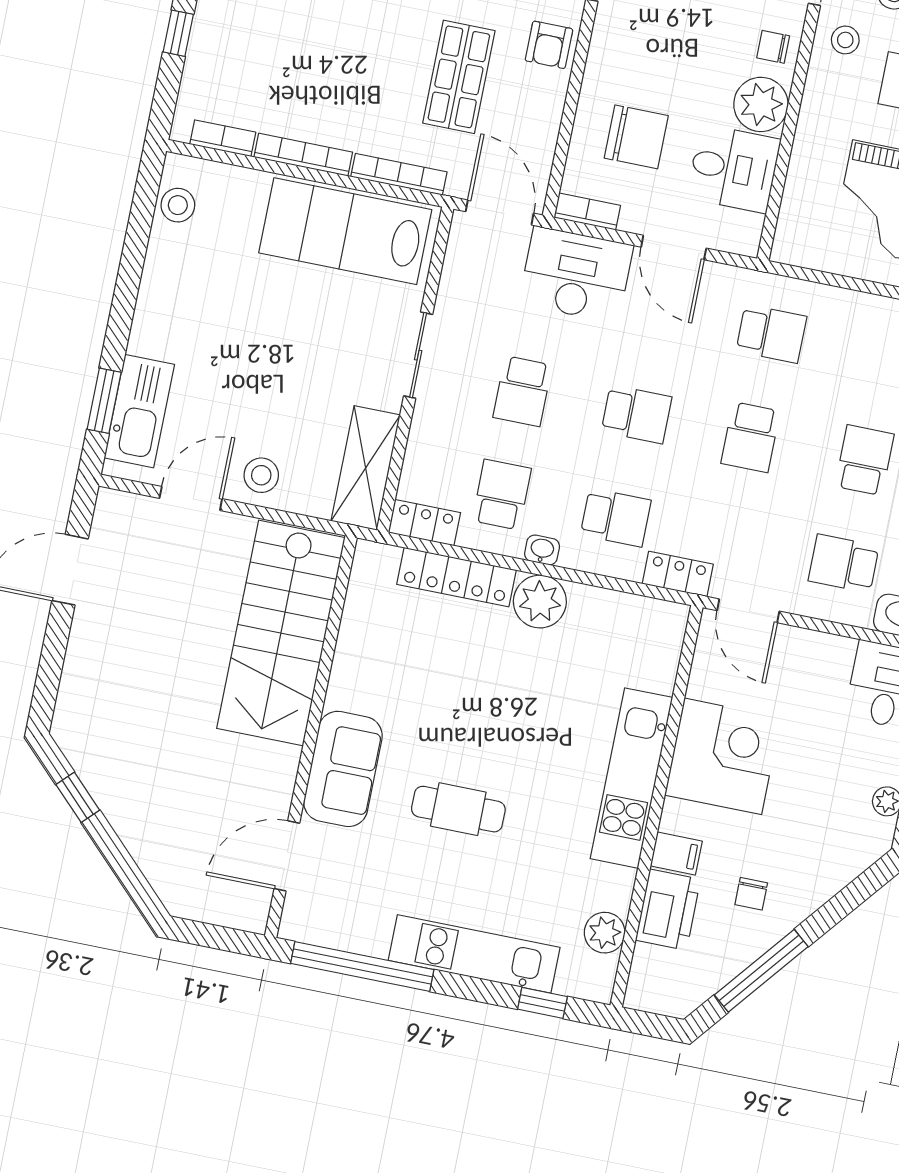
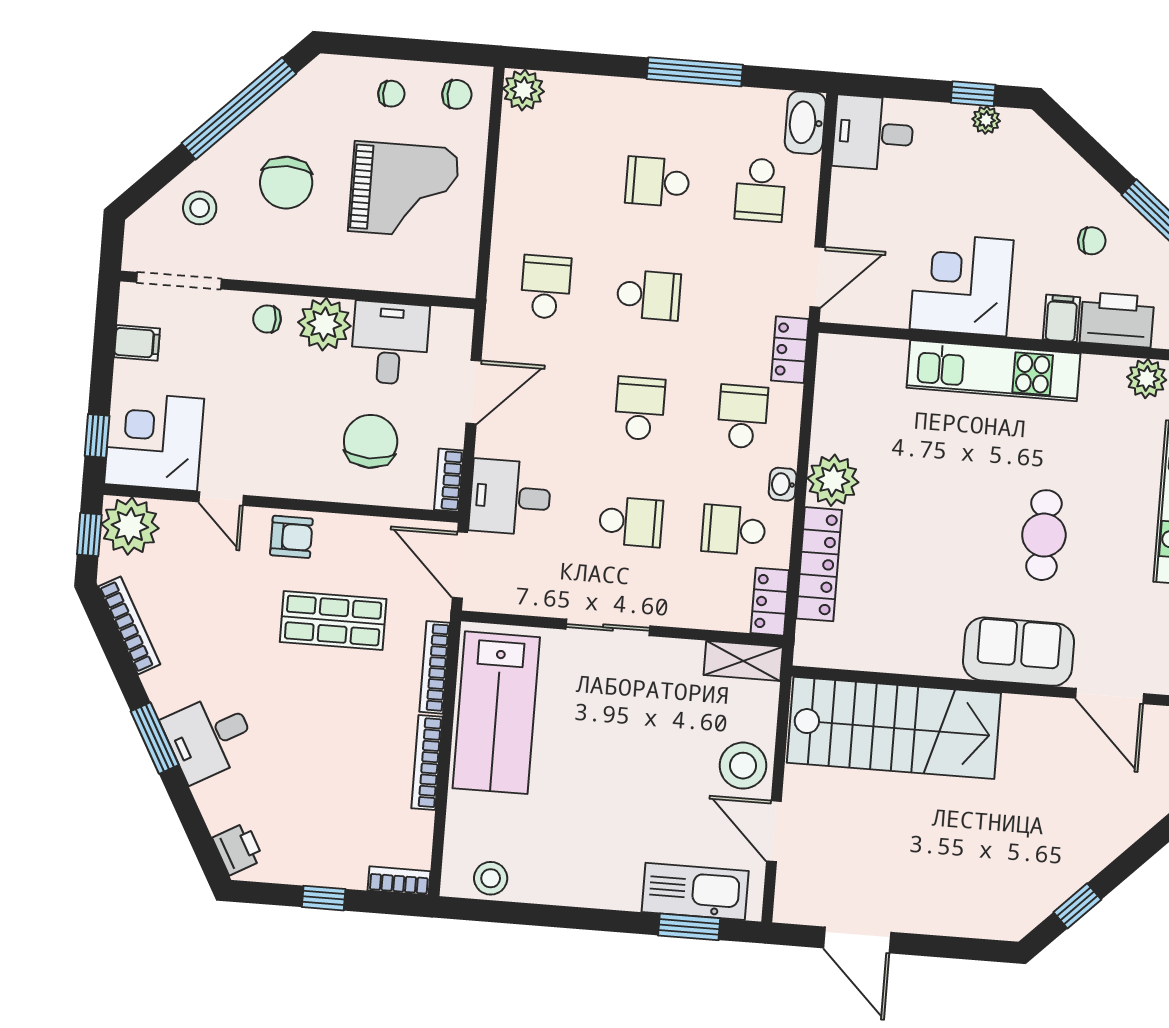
stool: (845, 40) -> (252, 250), removed
chair: (773, 47) -> (267, 319), turned 90
bookcase: (223, 138) -> (399, 881), moved, turned 90
door: (500, 212) -> (460, 565), hinge flipped
desk: (576, 274) -> (510, 497), width x0.73
shelving: (366, 468) -> (743, 661), width x0.67, depth x0.75
stool: (261, 475) -> (743, 766), width x1.38, depth x1.38

